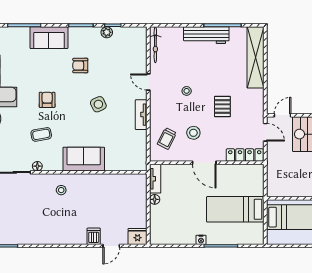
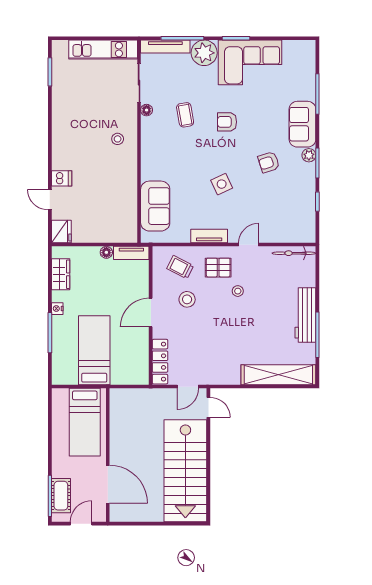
plant: (107, 32) -> (309, 155), moved
armchair: (80, 66) -> (269, 162), turned -108
armchair: (47, 100) -> (227, 122), turned 180
pallet: (222, 107) -> (218, 268), moved
sofa: (84, 159) -> (155, 206), moved
wardrobe: (173, 237) -> (61, 274), added

